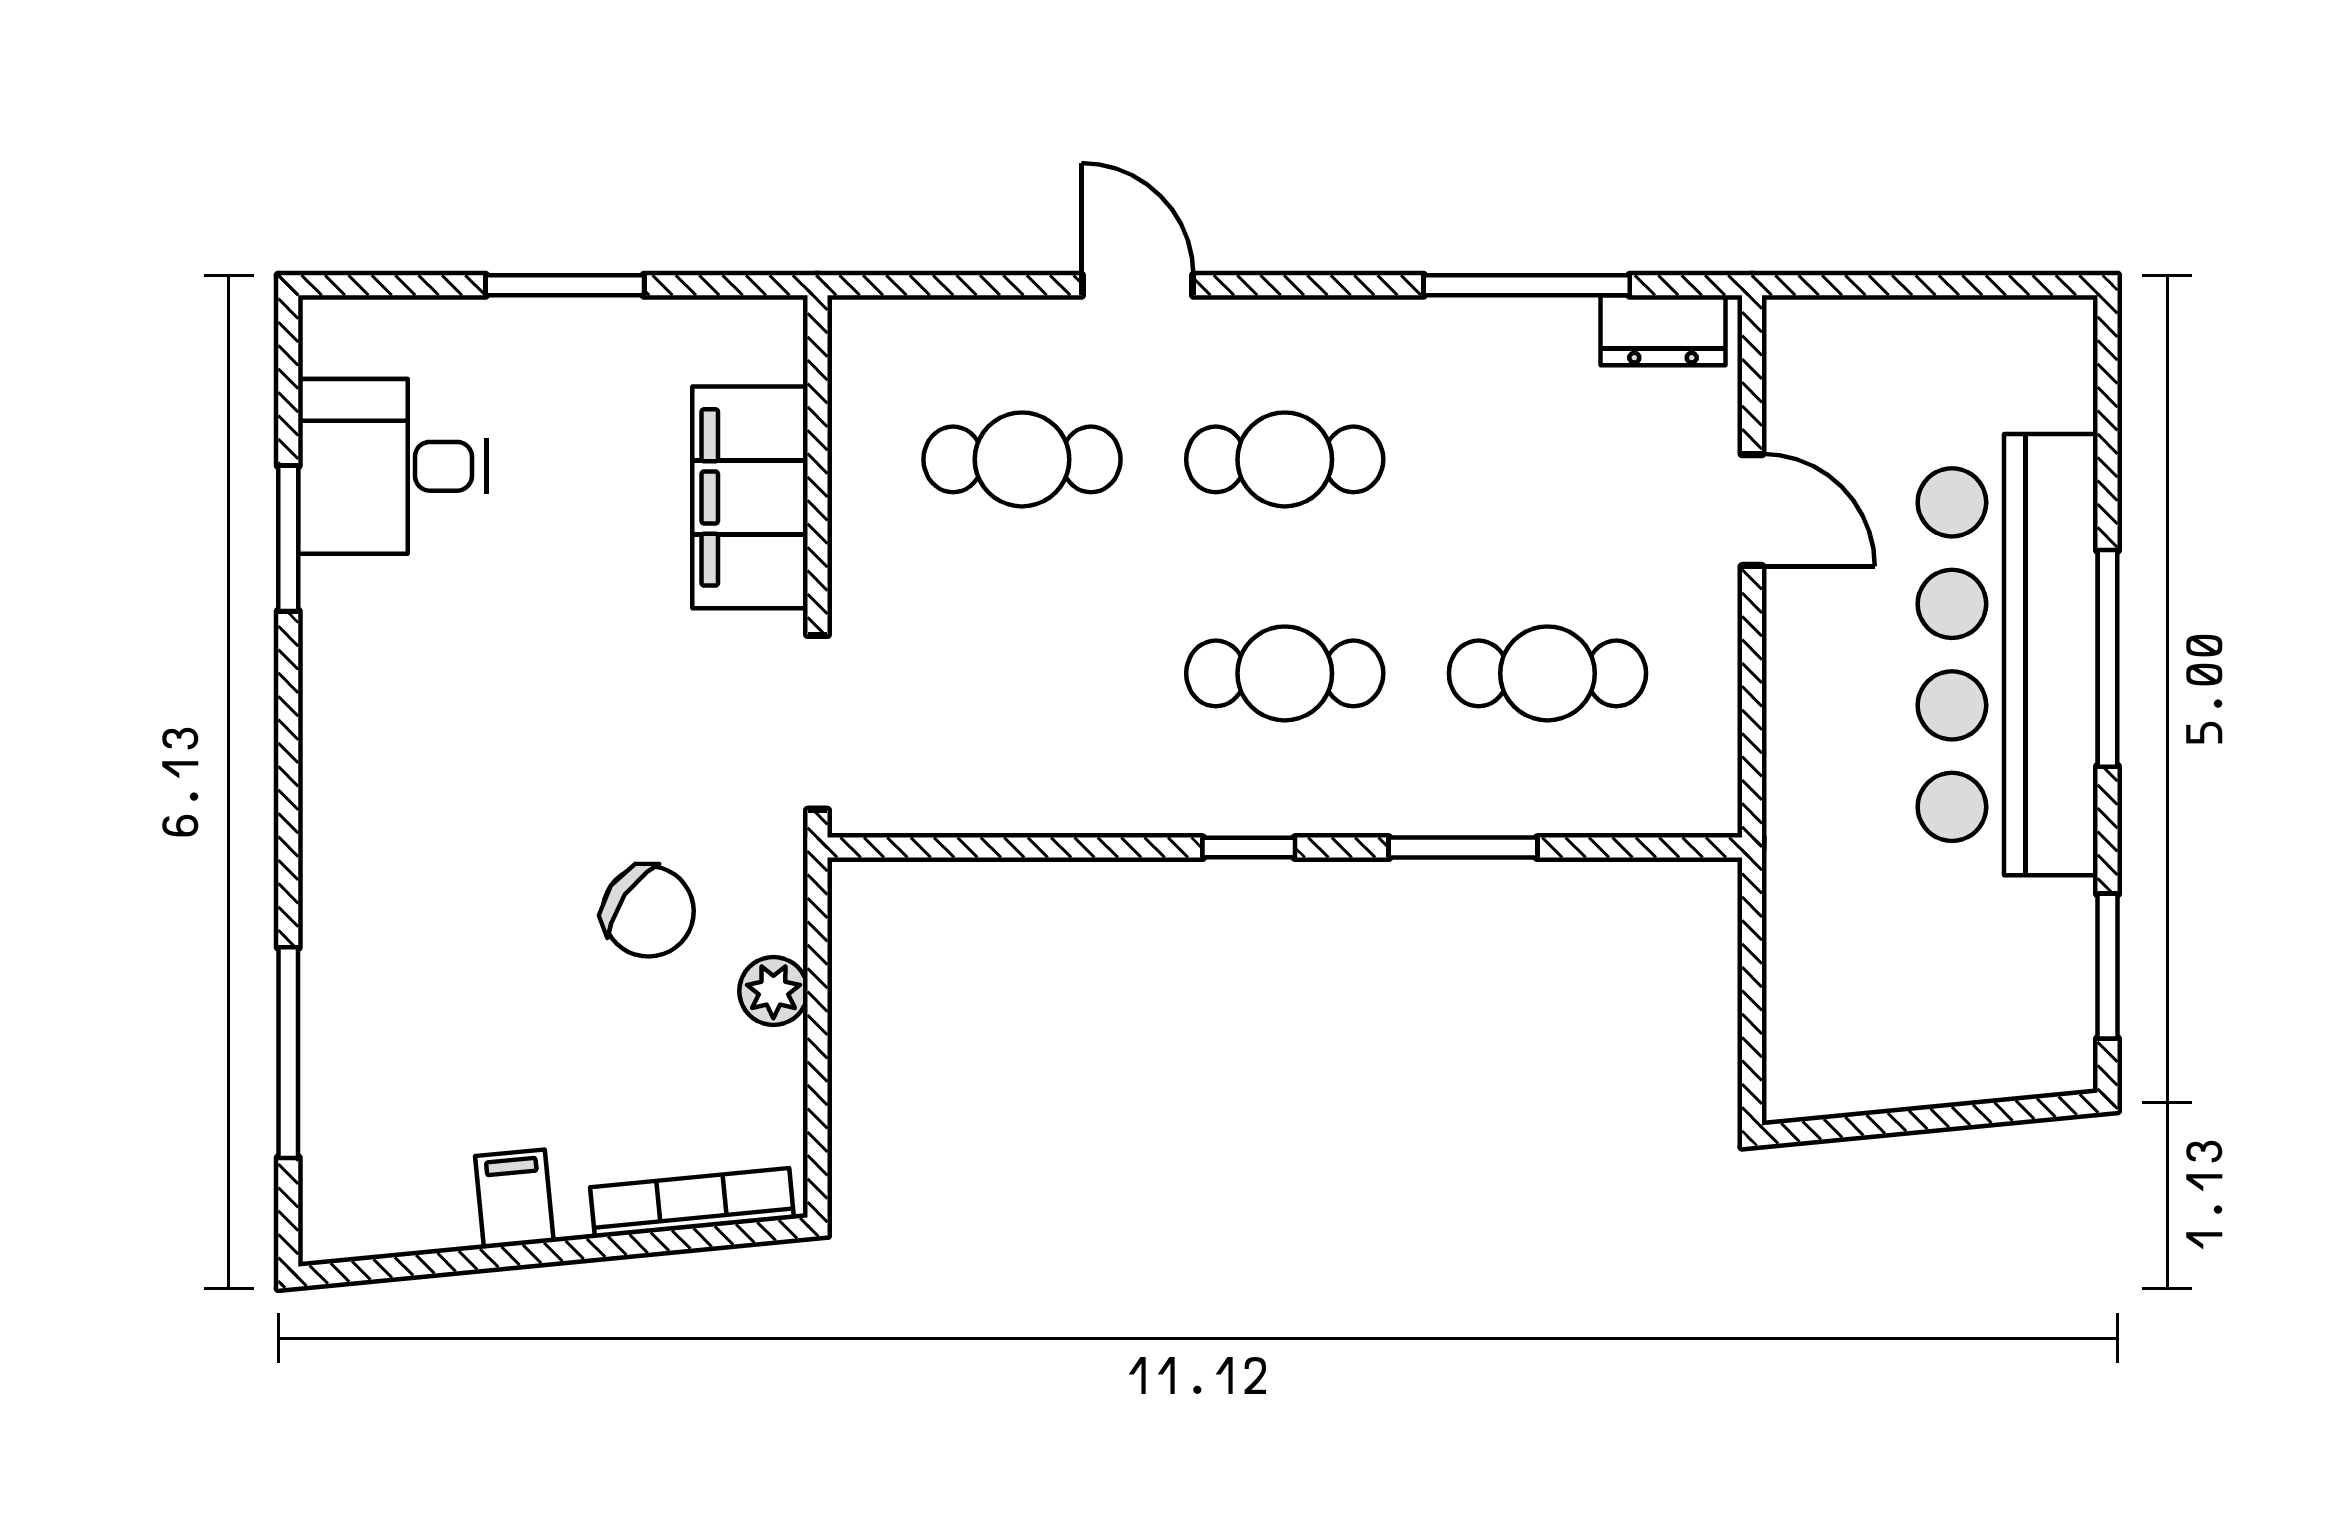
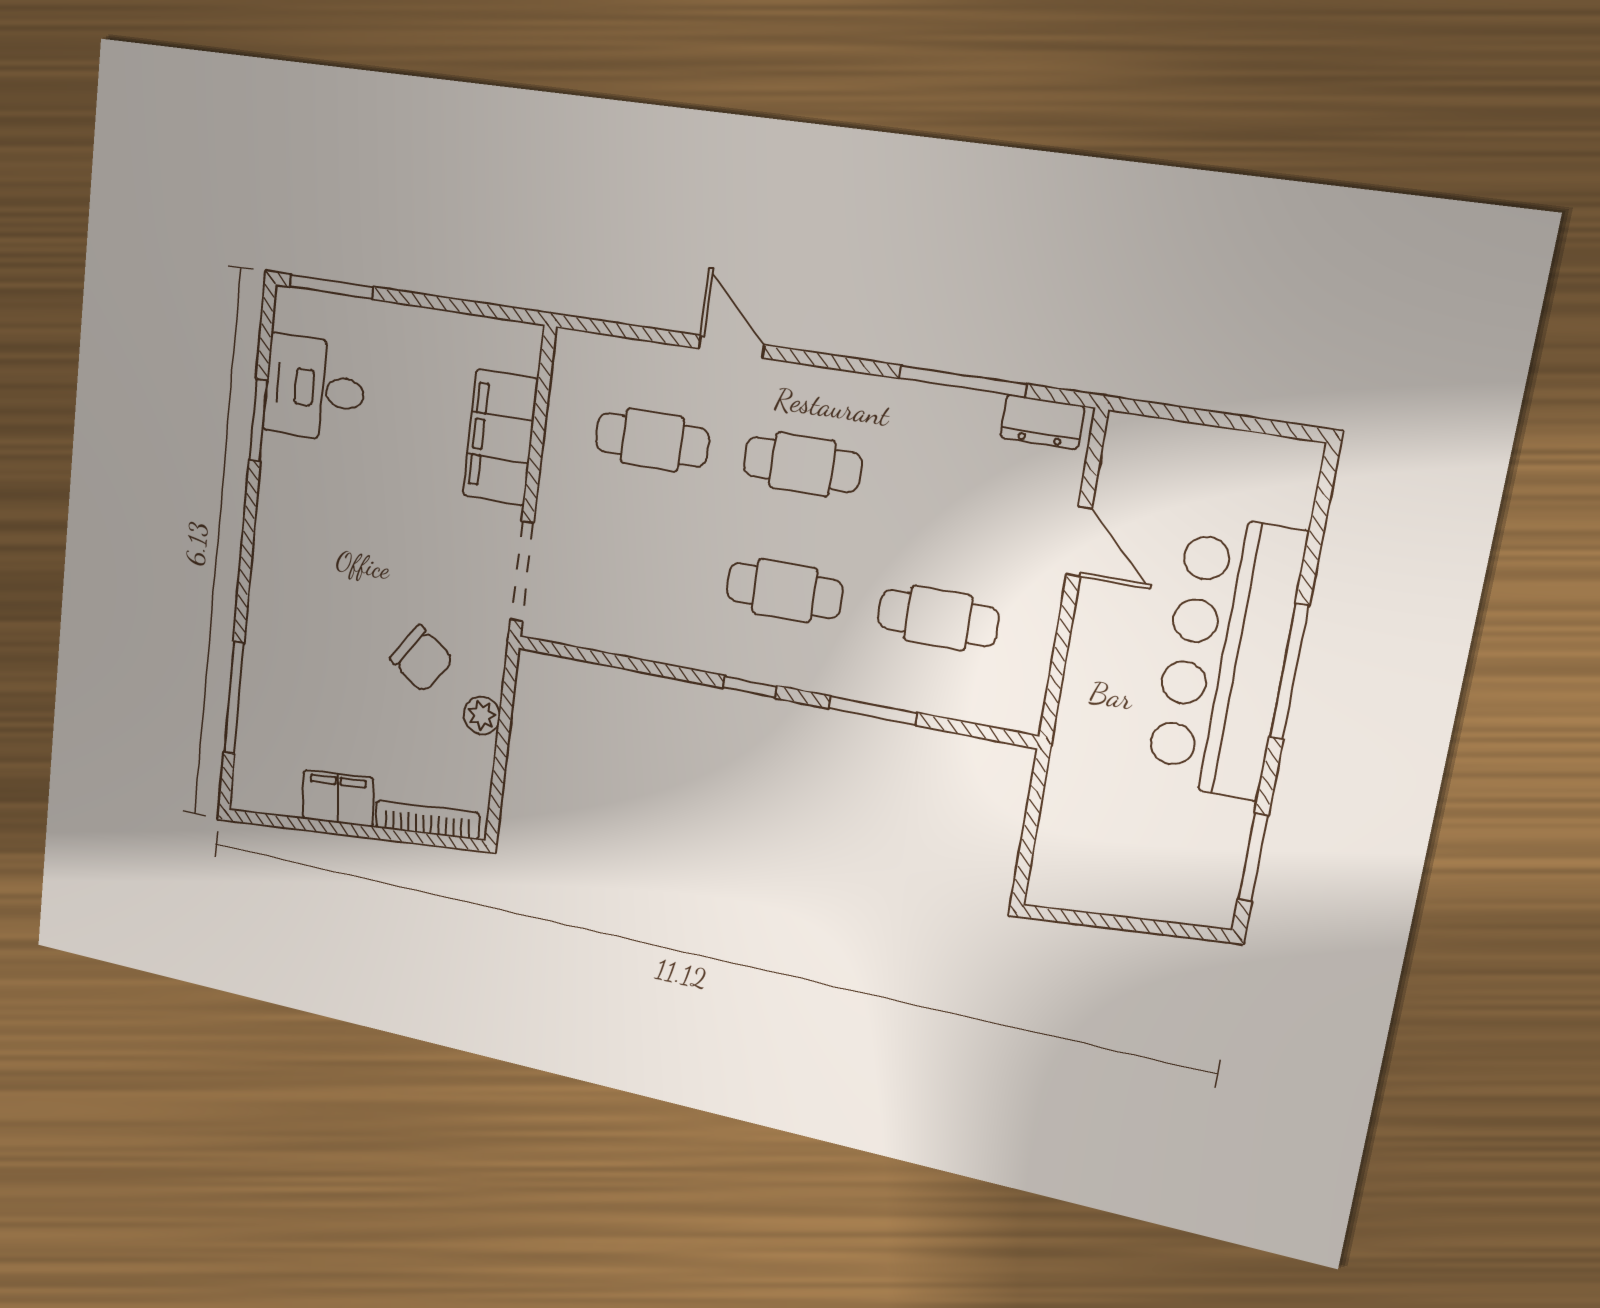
window: (565, 285) -> (331, 287), moved
filing cabinet: (514, 1199) -> (338, 798), width x2.00

